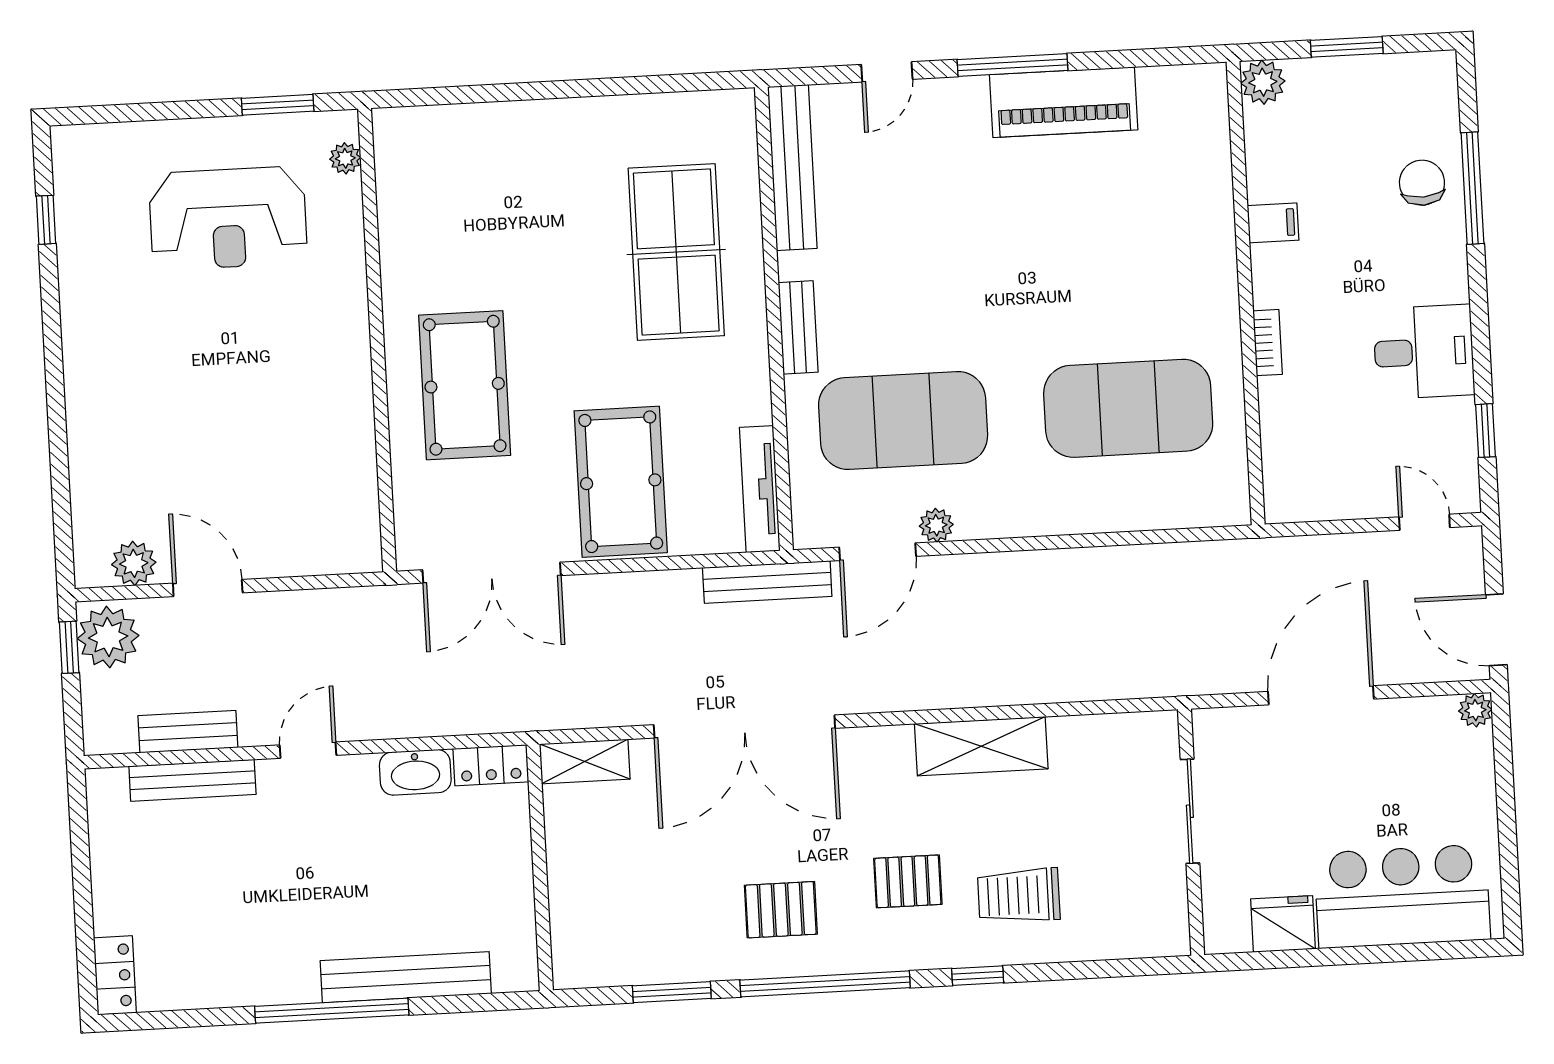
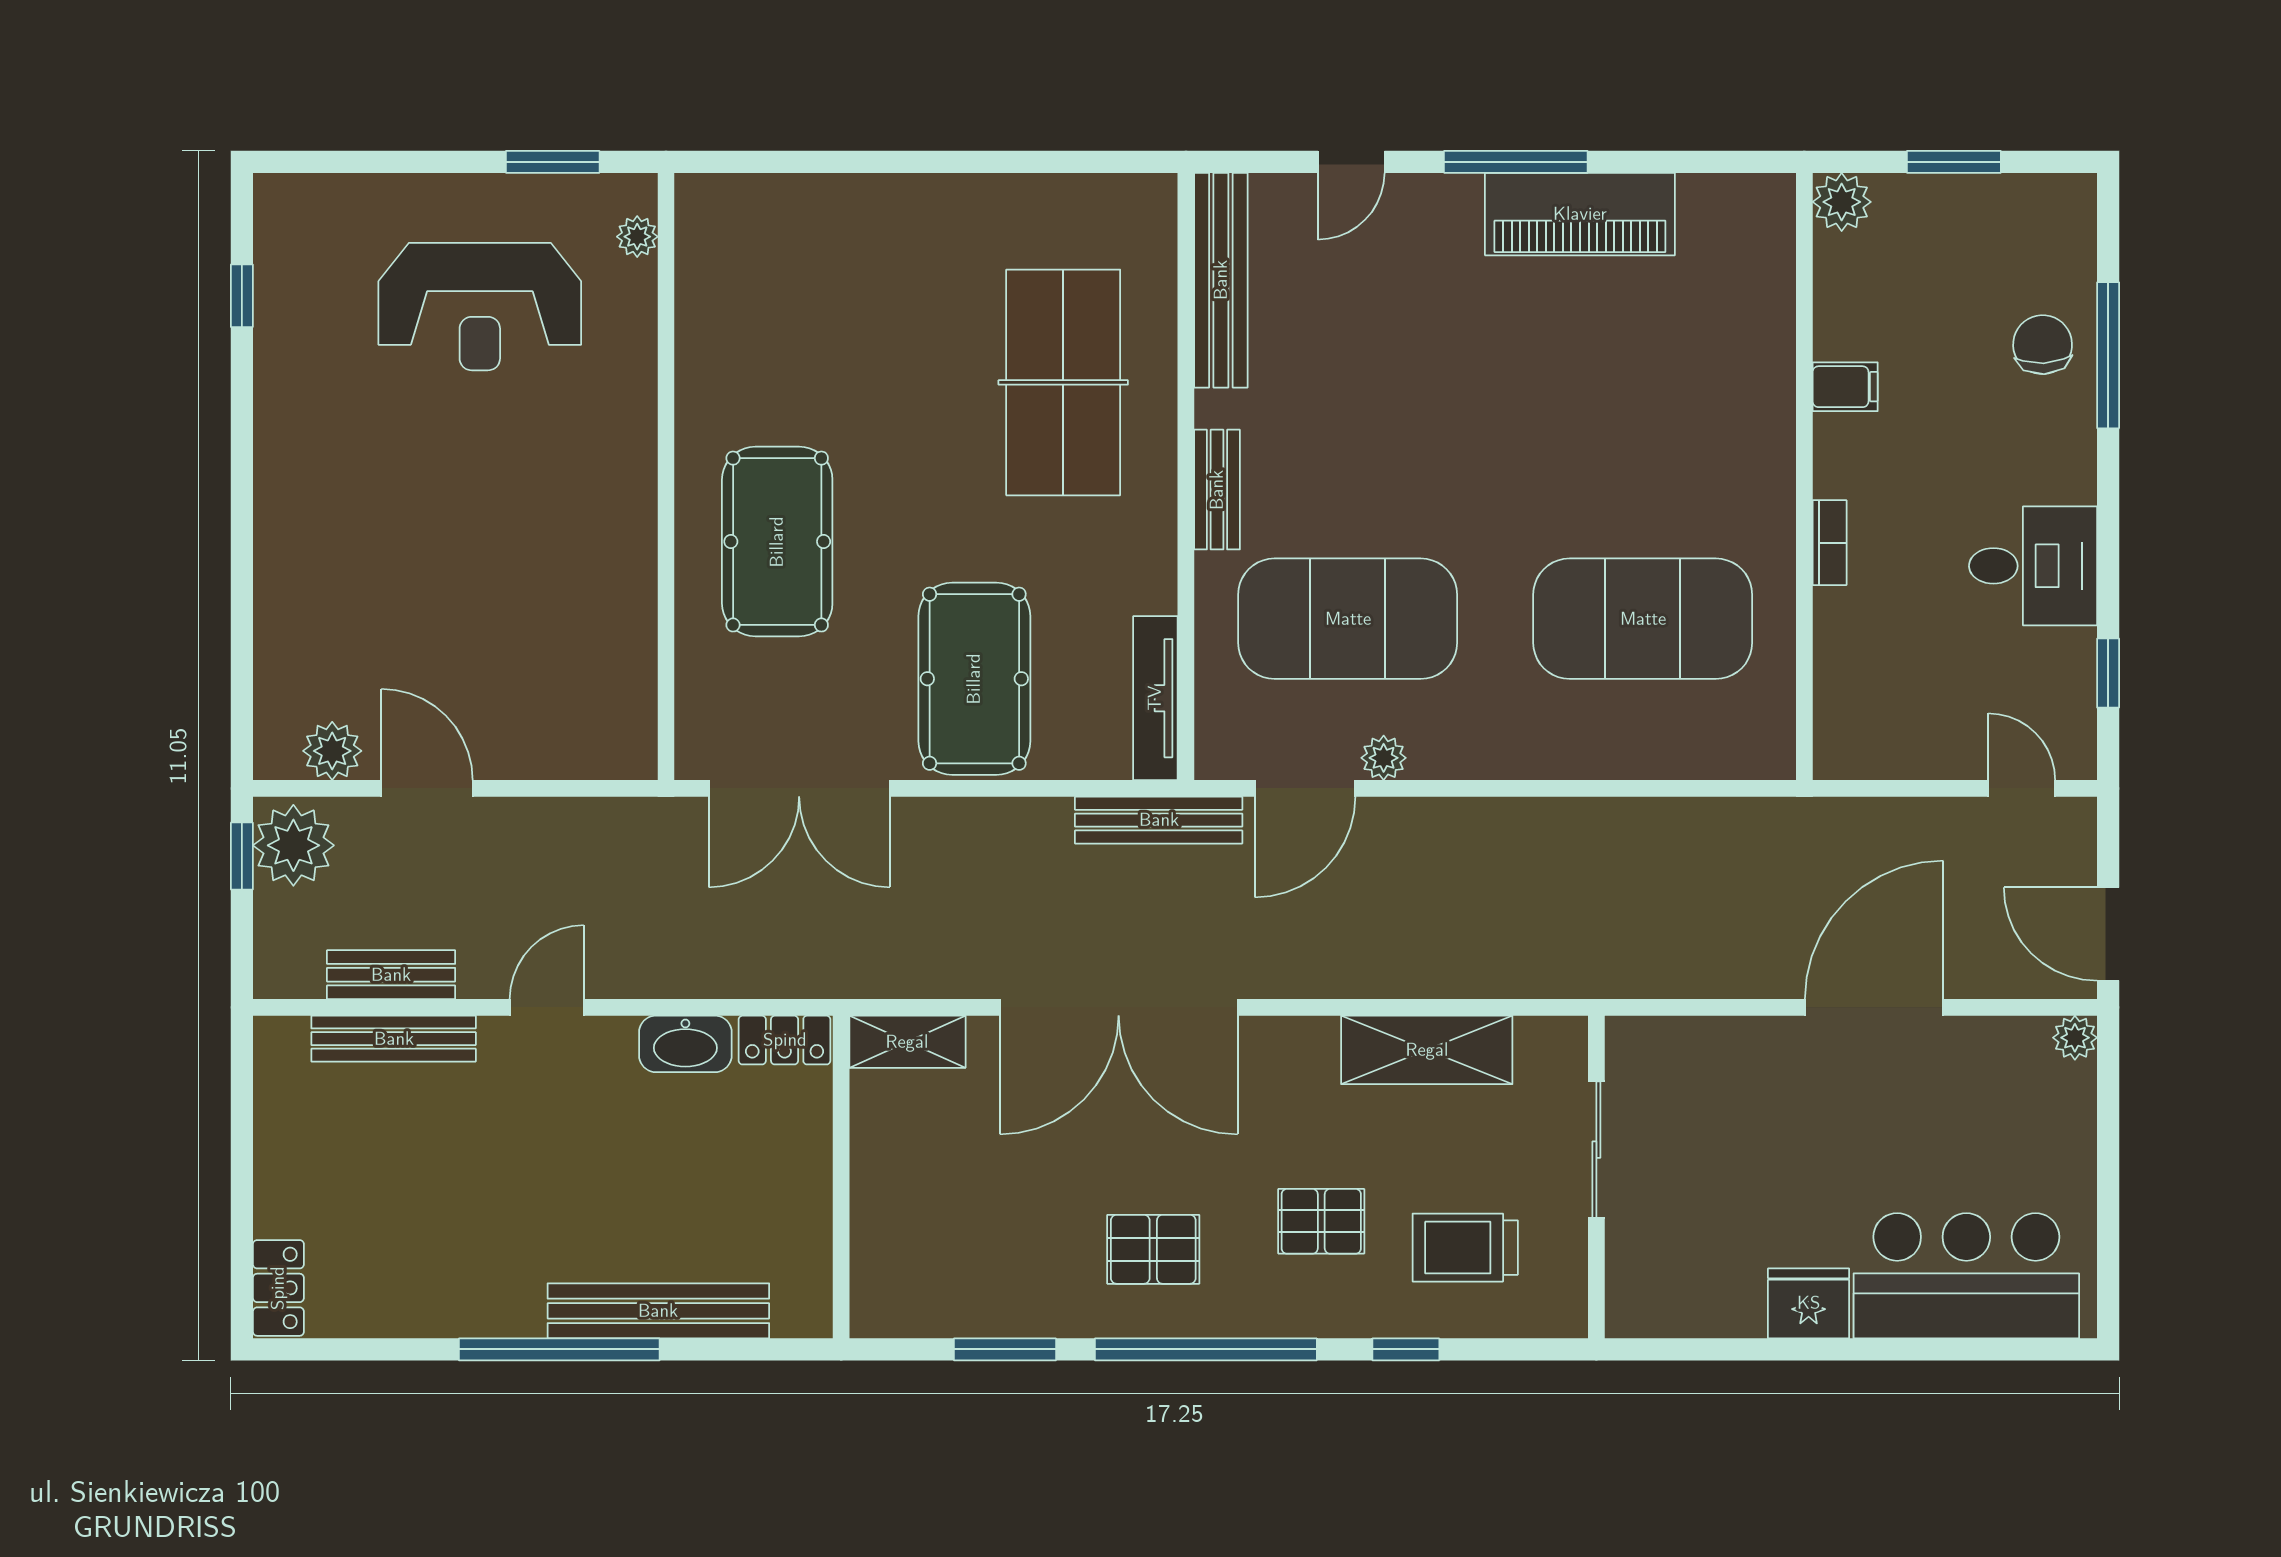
sliding door: (1190, 811) -> (1596, 1150), moved
wall: (1191, 832) -> (1596, 1177), moved

